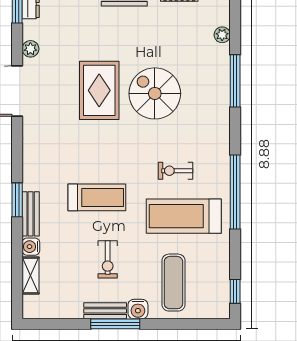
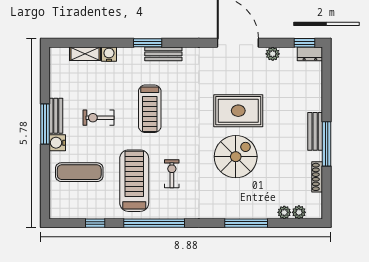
plant: (222, 17) -> (299, 212), added
bench: (31, 214) -> (163, 54), moved
window: (235, 291) -> (95, 223), moved

